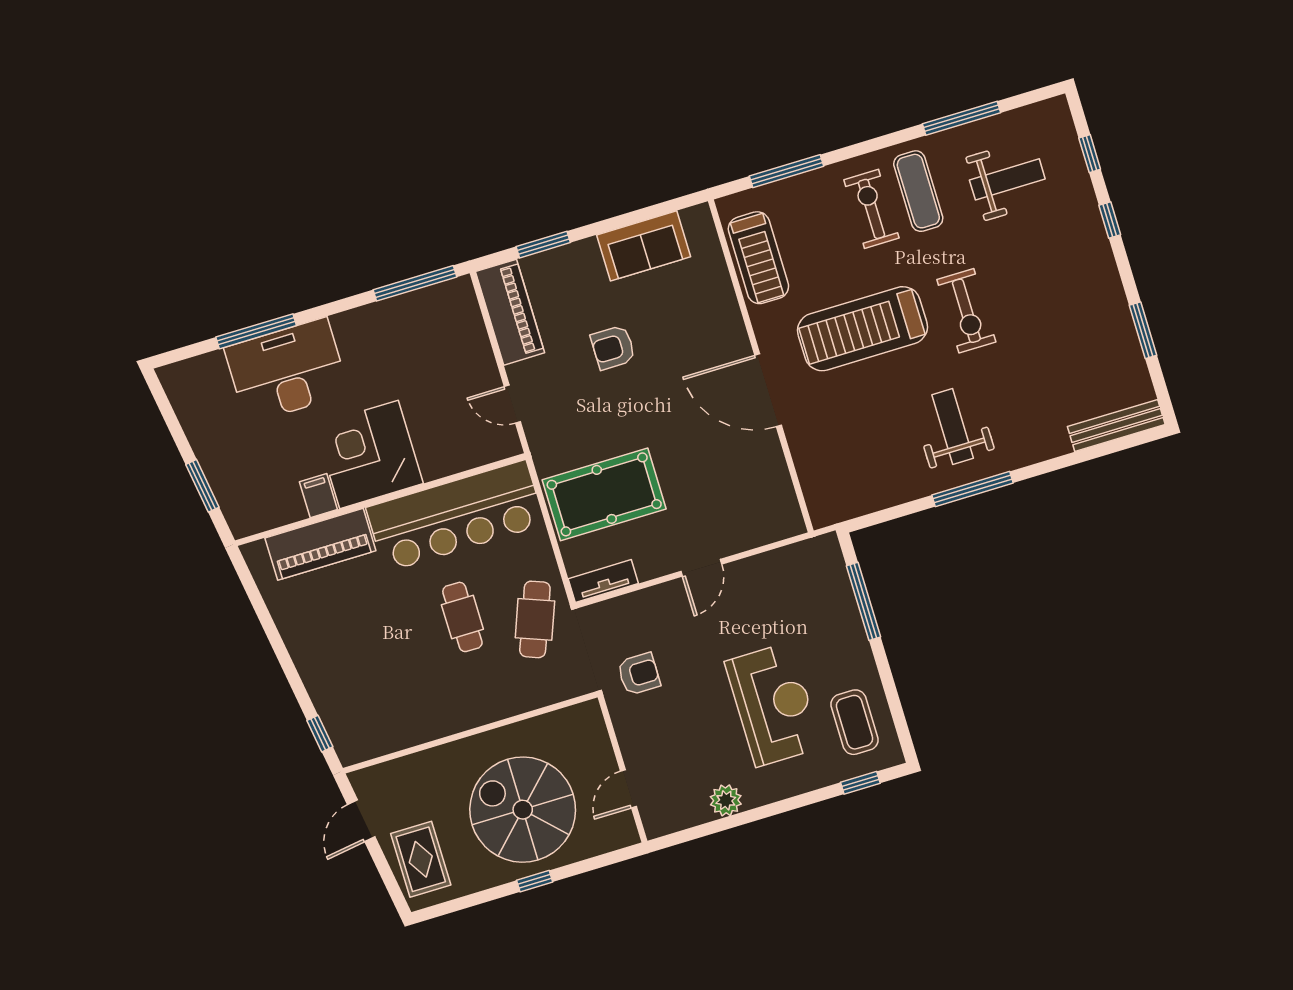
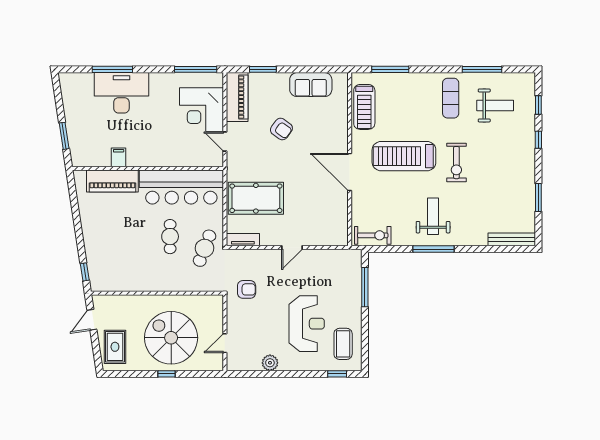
exercise bike: (872, 209) -> (373, 235), moved, turned 90
armchair: (613, 347) -> (281, 129), turned -144
corner desk: (369, 454) -> (201, 110), moved, turned -90

